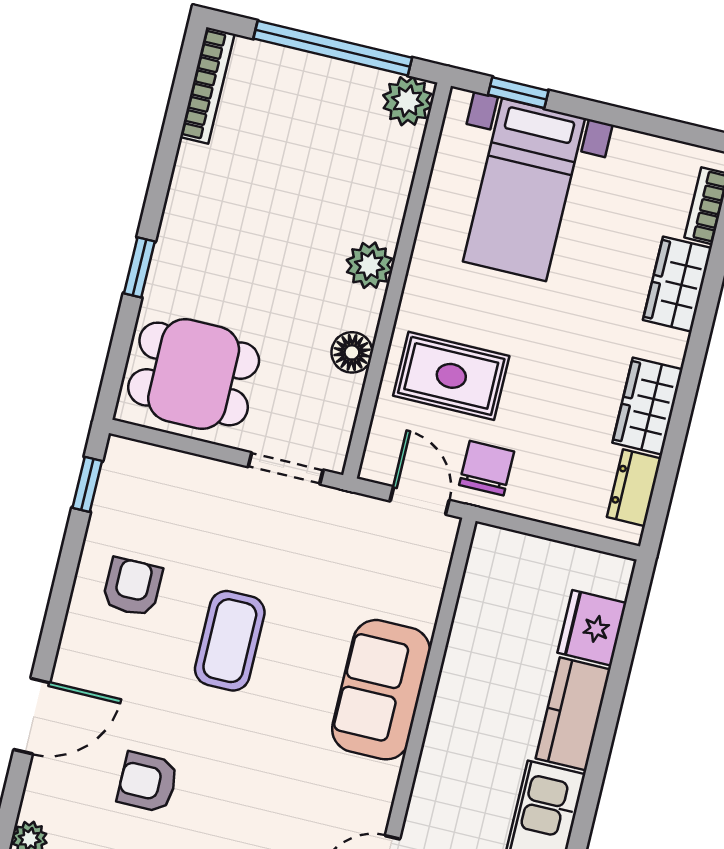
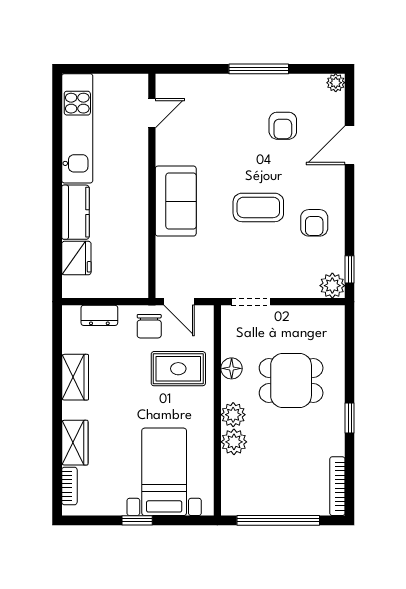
window: (518, 93) -> (137, 520), moved
plant: (407, 101) -> (234, 442), moved
window: (139, 267) -> (350, 418), moved
dining table: (194, 374) -> (291, 380), moved
plant: (127, 462) -> (332, 286), added
dresser: (634, 488) -> (99, 315), moved, turned 90
coffee table: (230, 641) -> (258, 207), turned 90
armchair: (148, 782) -> (283, 126), turned 90

